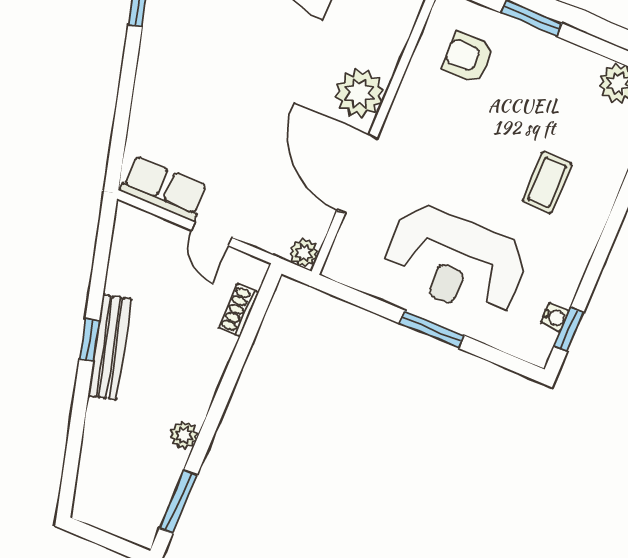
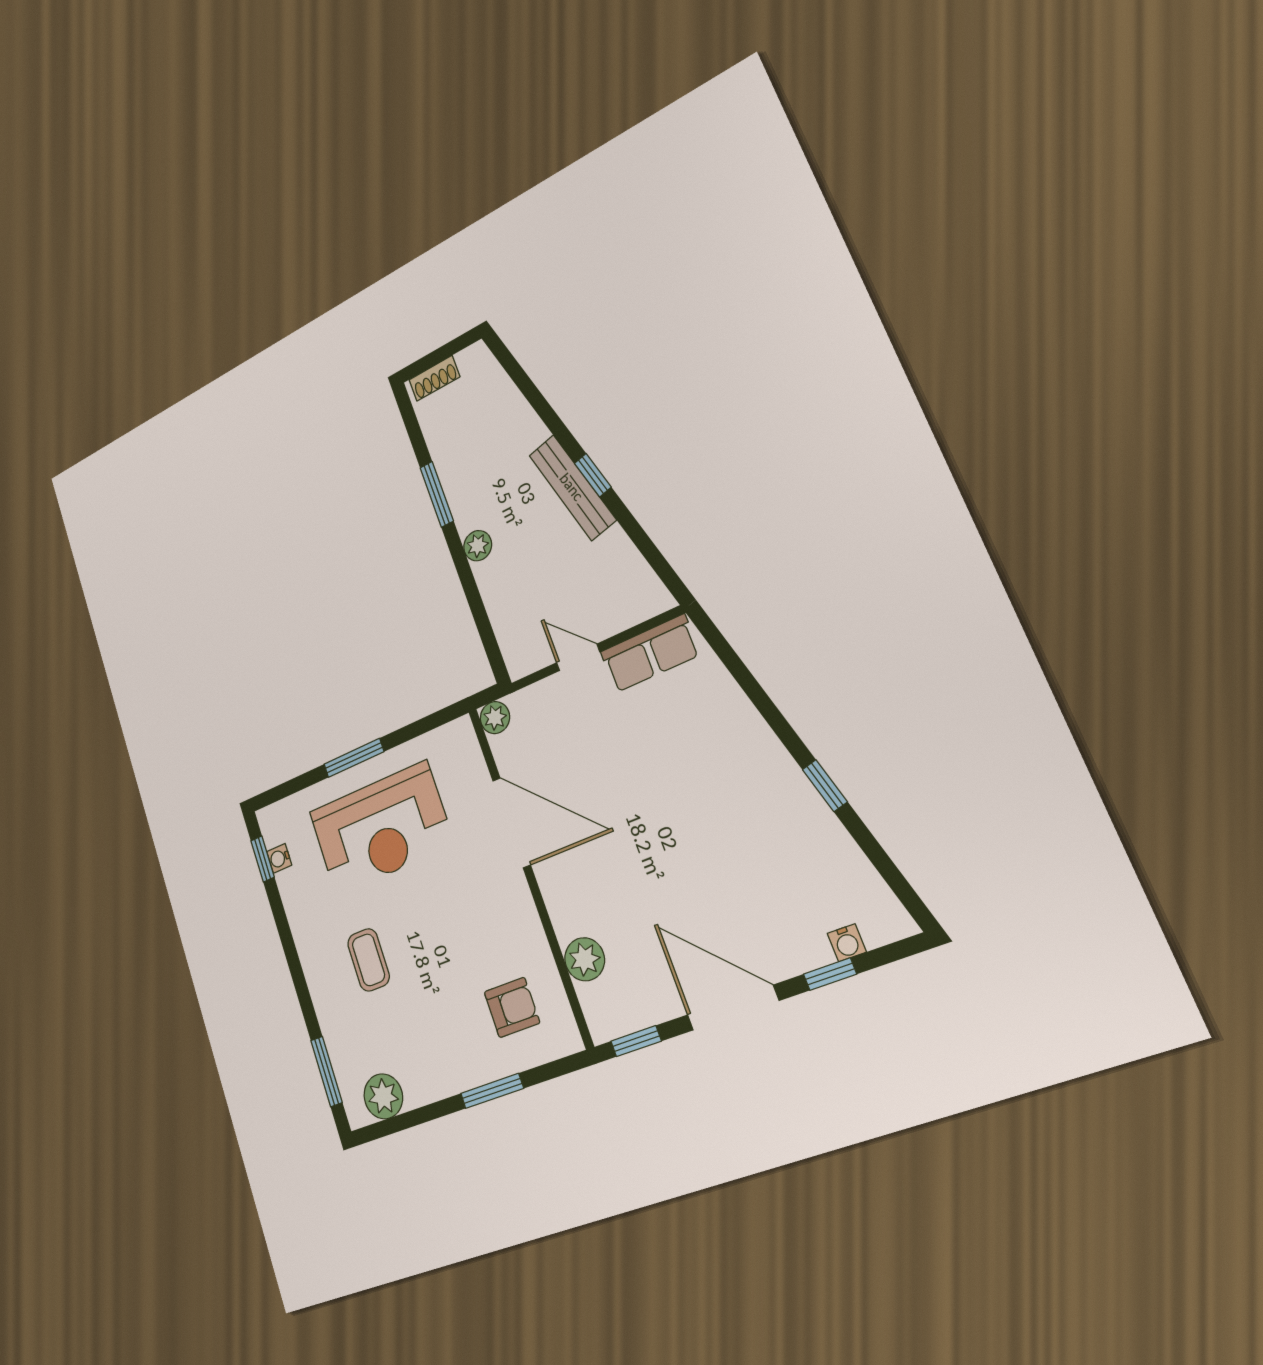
plant: (360, 93) -> (585, 959), moved, width x0.73, depth x0.73
reception desk: (456, 261) -> (381, 828), turned 180
shoe rack: (239, 310) -> (434, 378), moved, turned 90
plant: (184, 435) -> (478, 546), moved
window: (178, 502) -> (437, 494), moved

